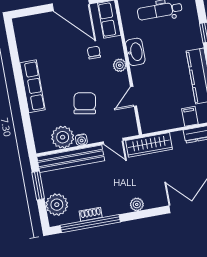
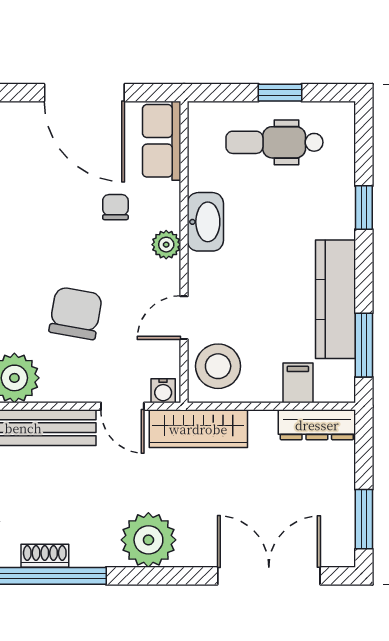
stool: (153, 115) -> (218, 366), added
water cooler: (81, 140) -> (163, 391), moved
plant: (137, 204) -> (148, 540), width x1.87, depth x1.87

